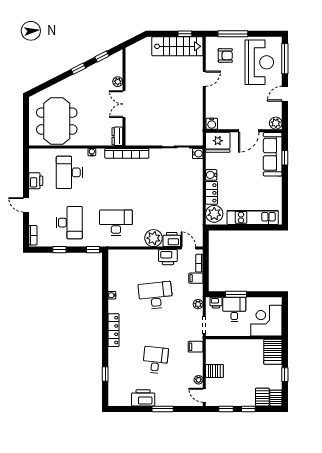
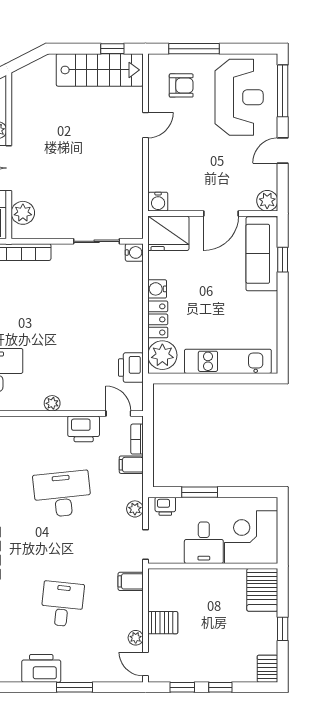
plant: (132, 130) -> (23, 213), added
plant: (154, 238) -> (52, 403), width x0.53, depth x0.53
printer: (172, 240) -> (131, 368), moved, turned -90
desk: (234, 309) -> (204, 543), moved, turned 180
server rack: (262, 397) -> (244, 667), removed

